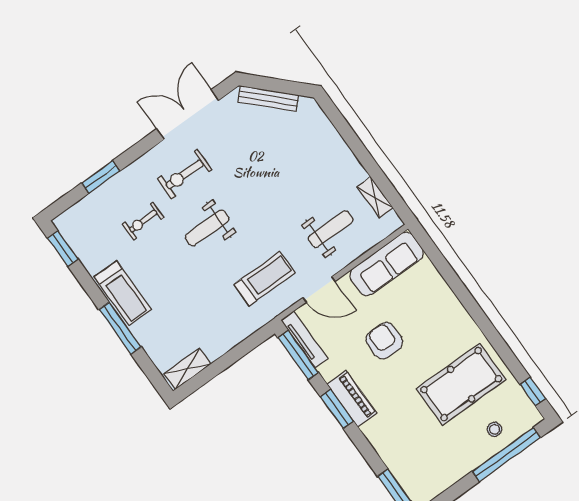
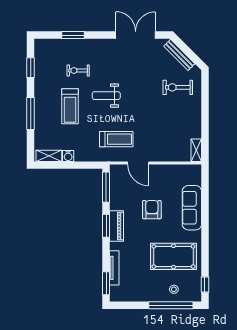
exercise bike: (185, 174) -> (178, 87), moved
shelving: (375, 198) -> (196, 150), moved
weight bench: (331, 229) -> (164, 138), removed
window: (63, 248) -> (31, 68), moved
sofa: (387, 264) -> (192, 208), moved, turned 90
treadmill: (123, 293) -> (70, 106), moved
tv unit: (304, 339) -> (114, 268), moved
water cooler: (215, 350) -> (68, 156), added

